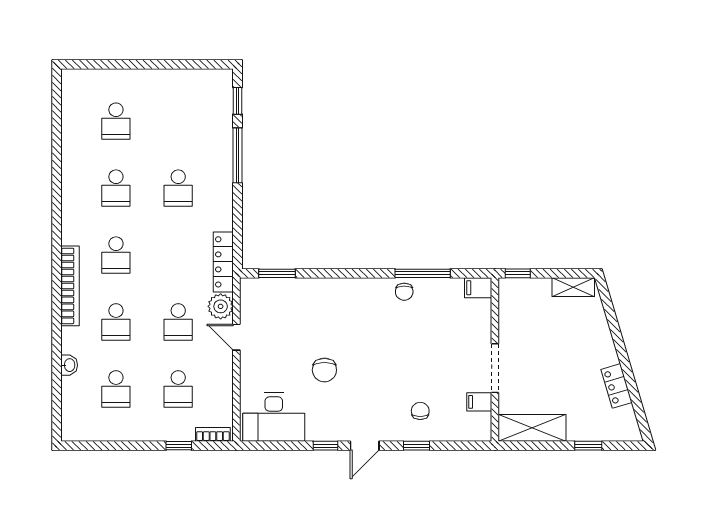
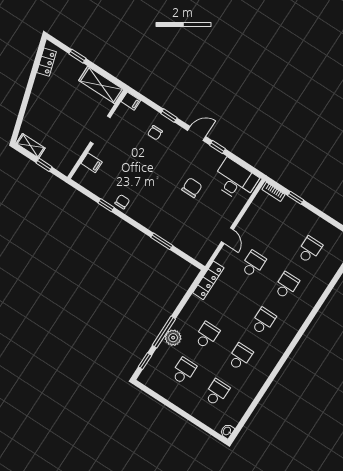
window: (277, 273) -> (162, 241), moved
window: (423, 273) -> (106, 205), width x0.46
window: (518, 273) -> (44, 165), moved
bookcase: (70, 286) -> (298, 320), removed
filing cabinet: (478, 288) -> (92, 163), moved
plant: (221, 306) -> (173, 338), moved
washbasin: (69, 365) -> (227, 431), moved
locker: (616, 386) -> (46, 62), moved
school desk: (178, 389) -> (184, 371), moved
filing cabinet: (479, 402) -> (131, 101), moved

